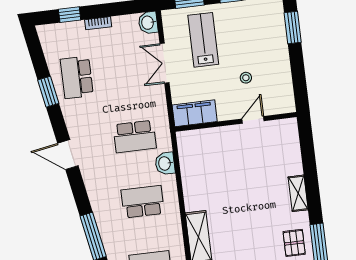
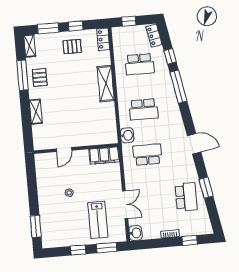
filing cabinet: (195, 113) -> (104, 156), moved
door: (253, 120) -> (64, 150), moved
wall: (236, 122) -> (76, 149), moved

